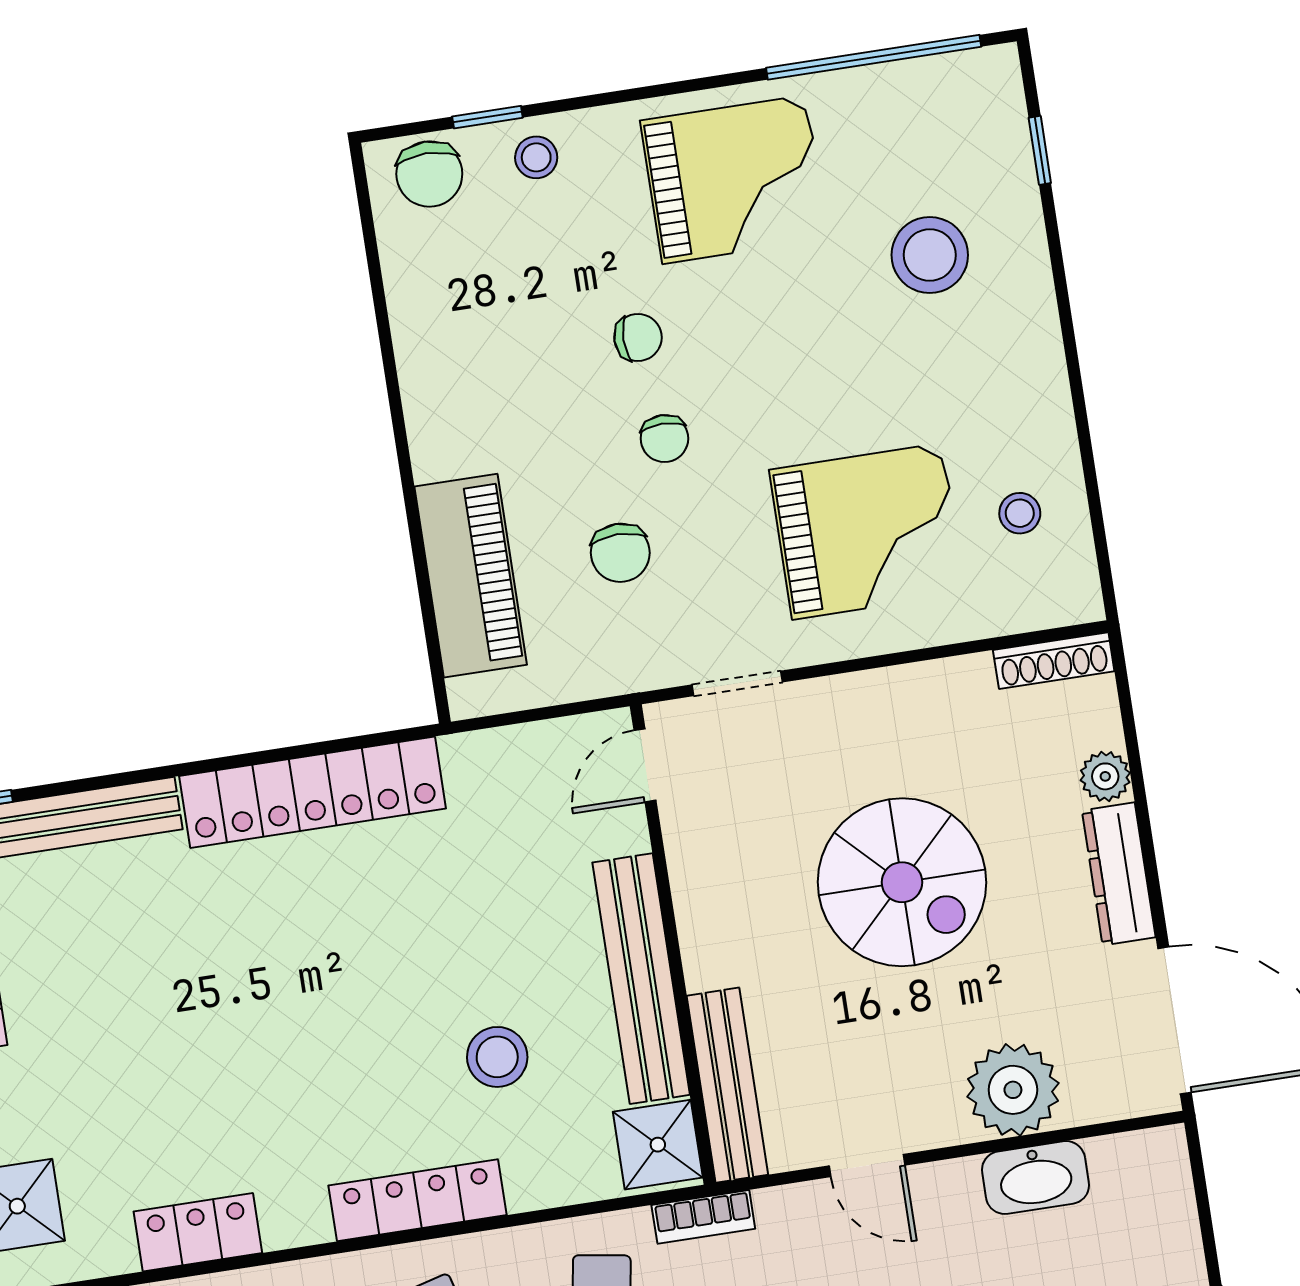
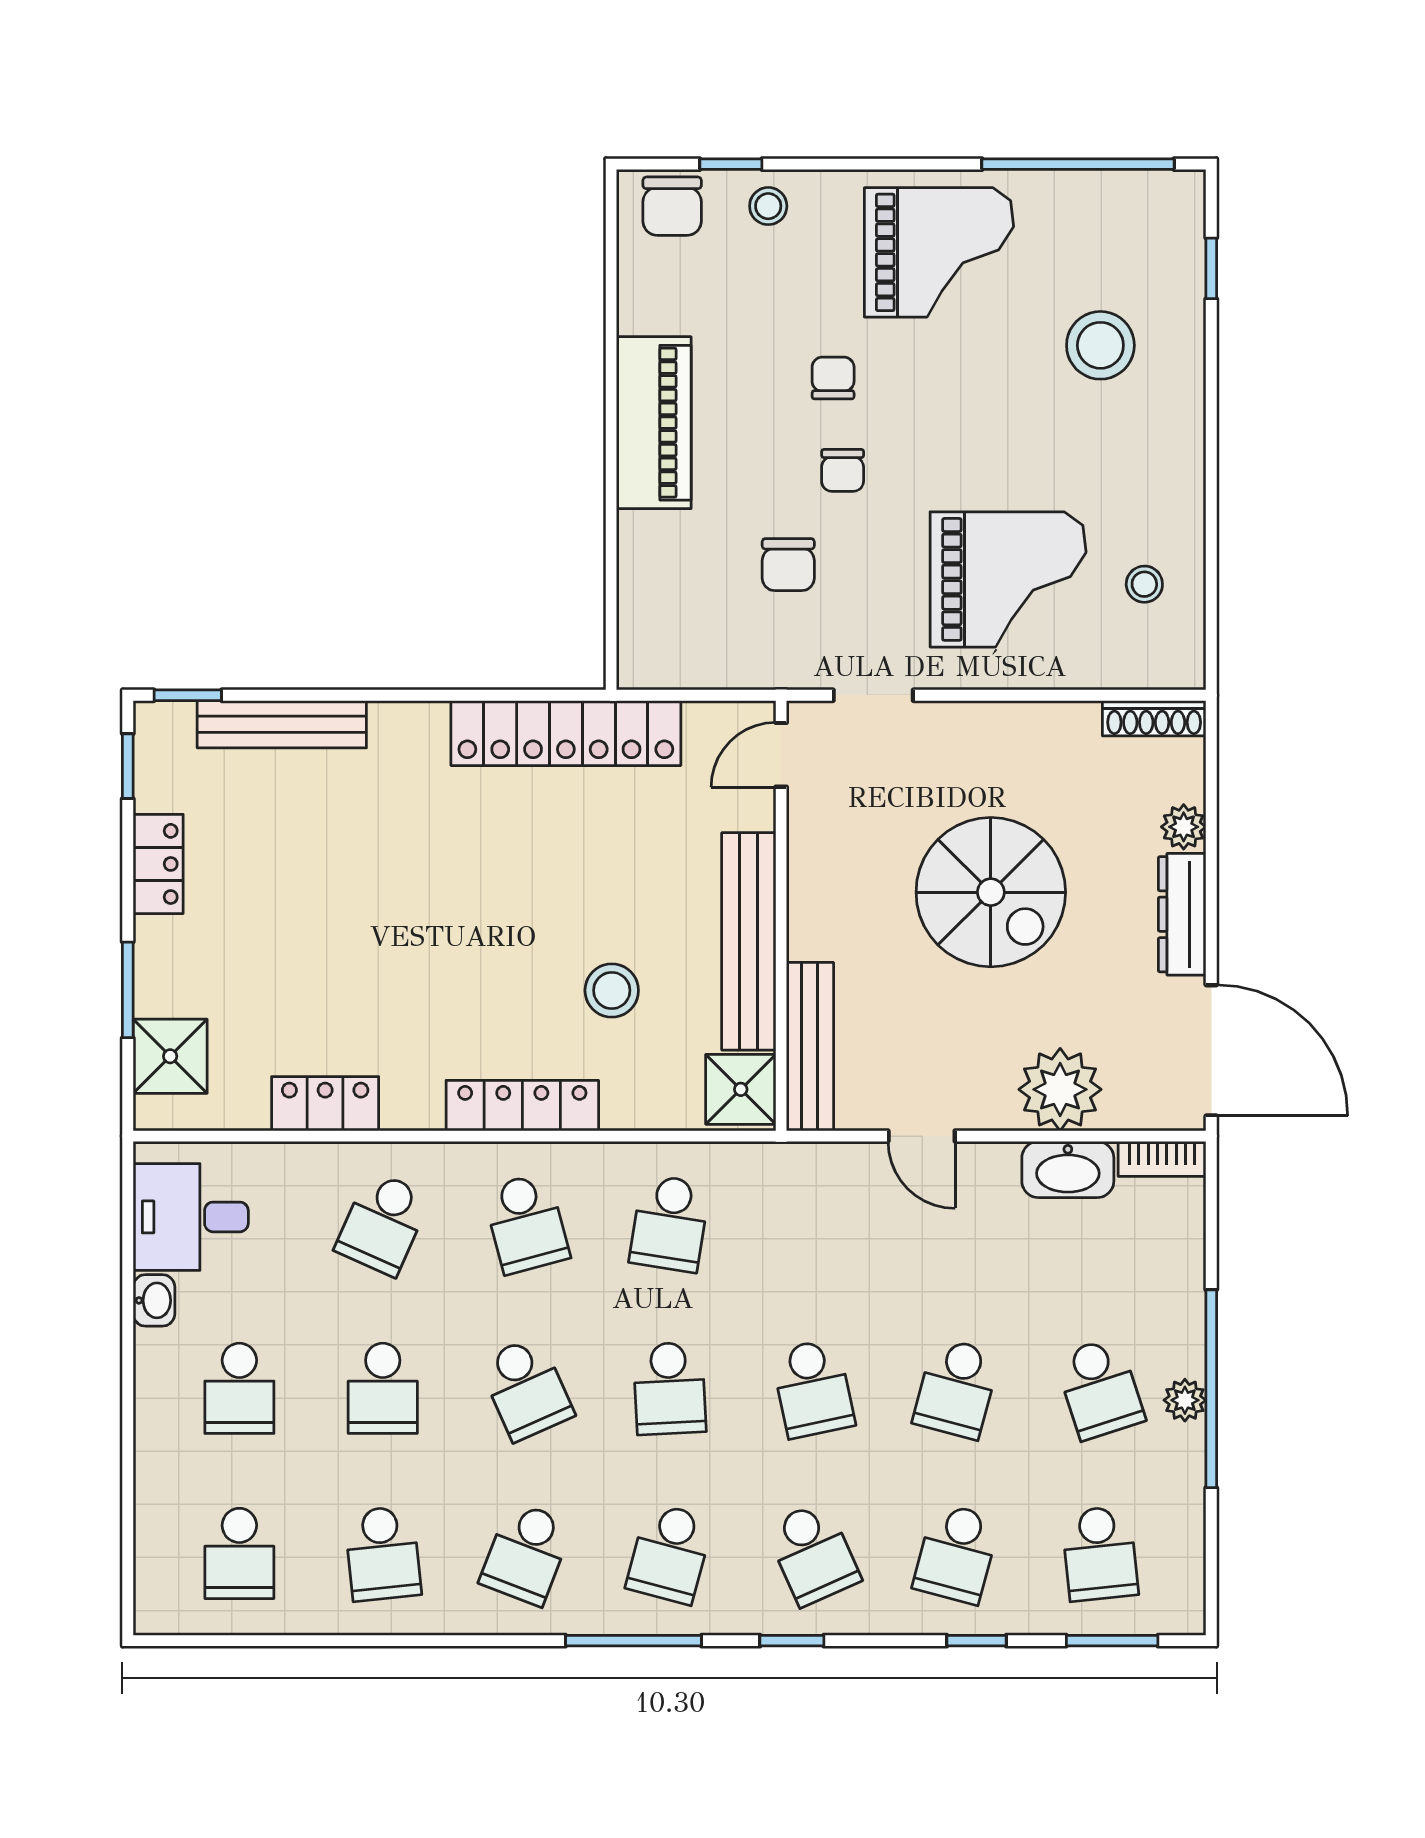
chair: (638, 337) -> (833, 378), turned -90
piano: (471, 576) -> (654, 423), moved
locker: (313, 792) -> (566, 733), moved
bookcase: (703, 1217) -> (1162, 1159), moved

